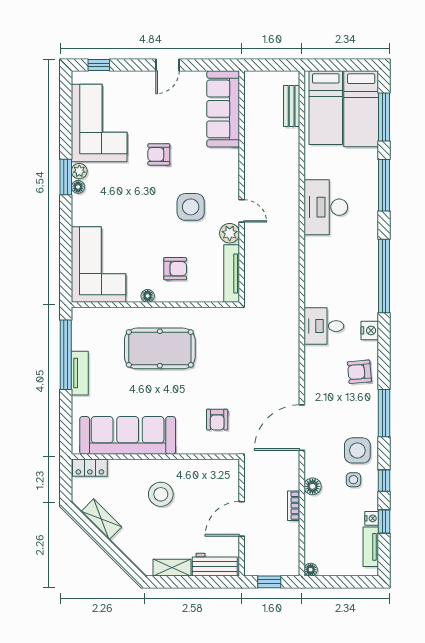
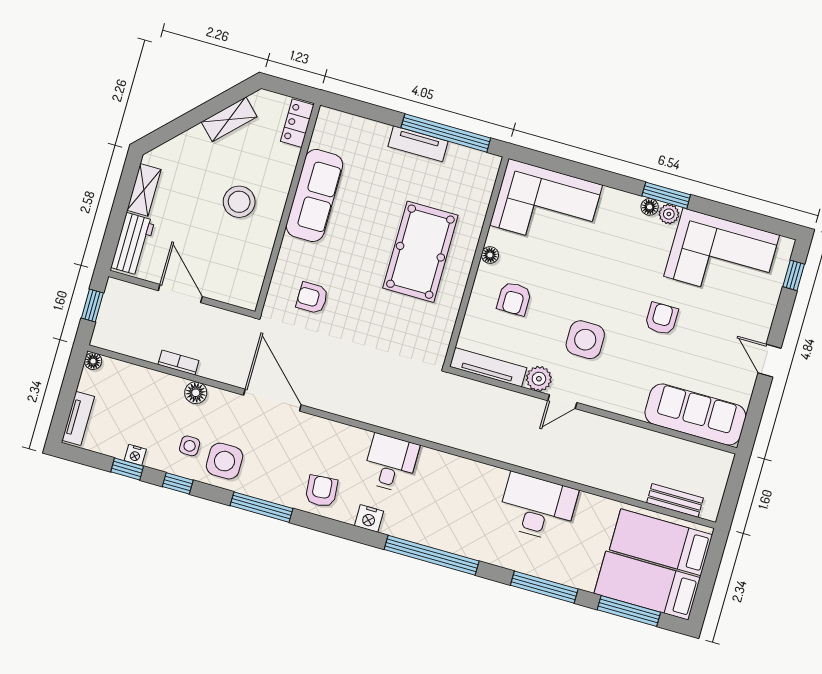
sofa: (128, 435) -> (314, 195), width x0.74, depth x0.79
tv unit: (371, 547) -> (78, 418), moved, turned 90

